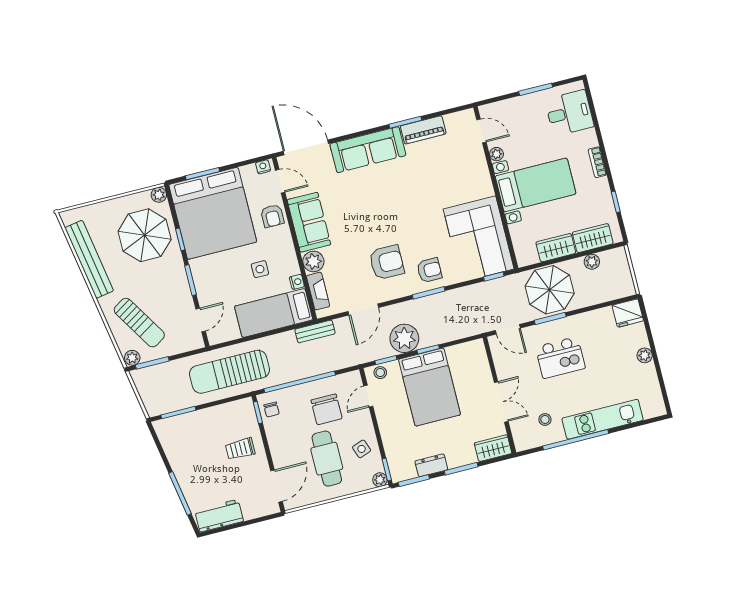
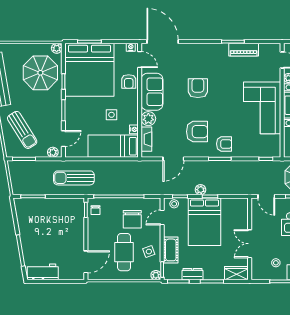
sofa: (368, 150) -> (203, 53), removed
armchair: (372, 201) -> (198, 88), added
corner sofa: (479, 239) -> (262, 108), moved
bench: (315, 331) -> (138, 165), removed
plant: (404, 338) -> (201, 190), width x0.53, depth x0.53
plant: (132, 358) -> (53, 152), moved
sun lounger: (229, 372) -> (74, 178), width x0.73, depth x0.75
double door: (501, 402) -> (250, 244), swing flipped
cot: (392, 439) -> (171, 250), added
trolley: (240, 449) -> (68, 231), removed

